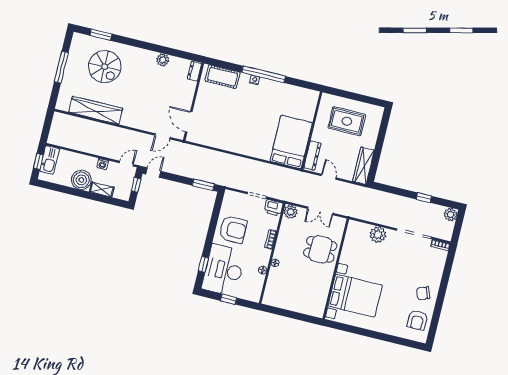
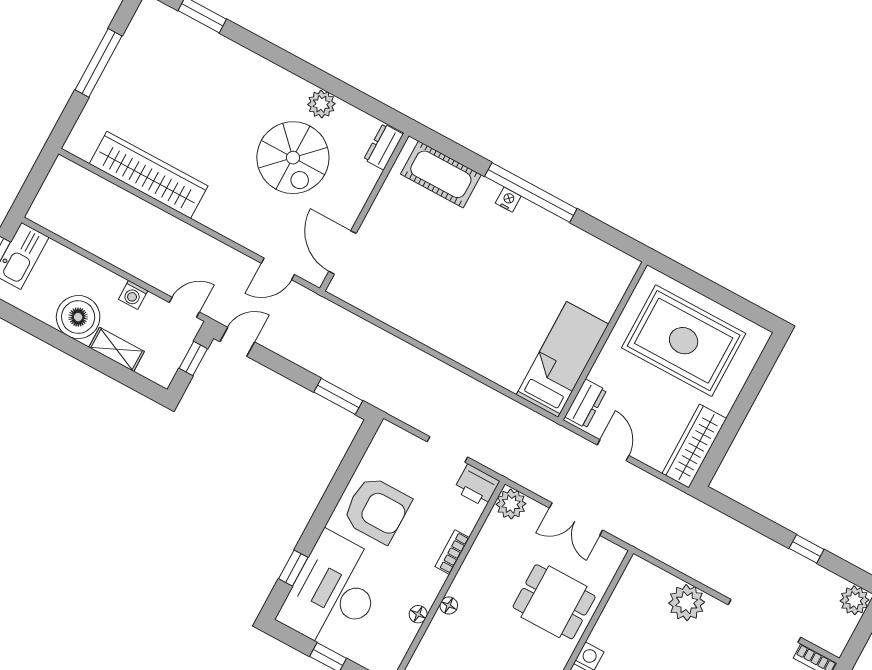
spiral stairs: (105, 67) -> (293, 158), moved
rug: (347, 121) -> (684, 341), width x1.37, depth x1.44
bed: (291, 142) -> (562, 359), width x0.67
dresser: (312, 155) -> (586, 404), width x0.70

